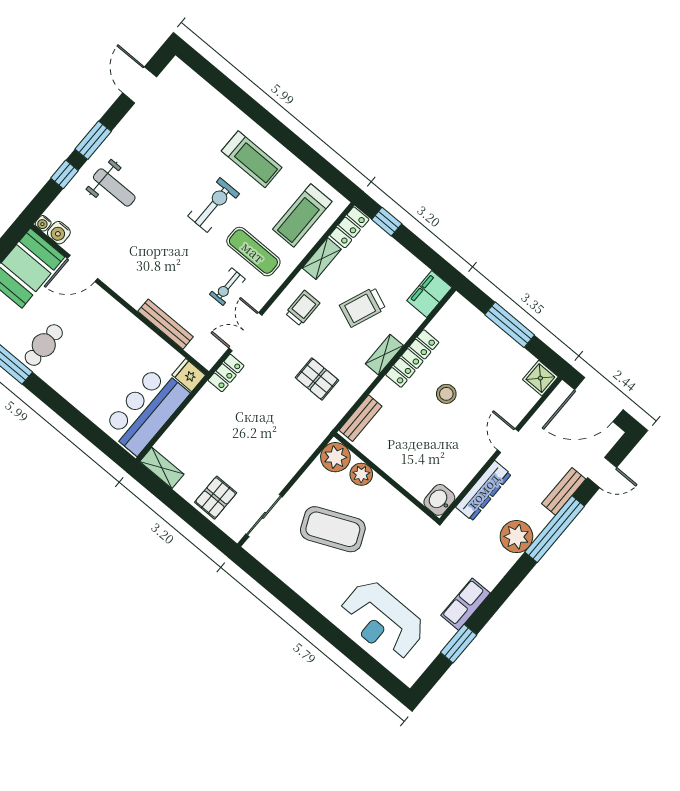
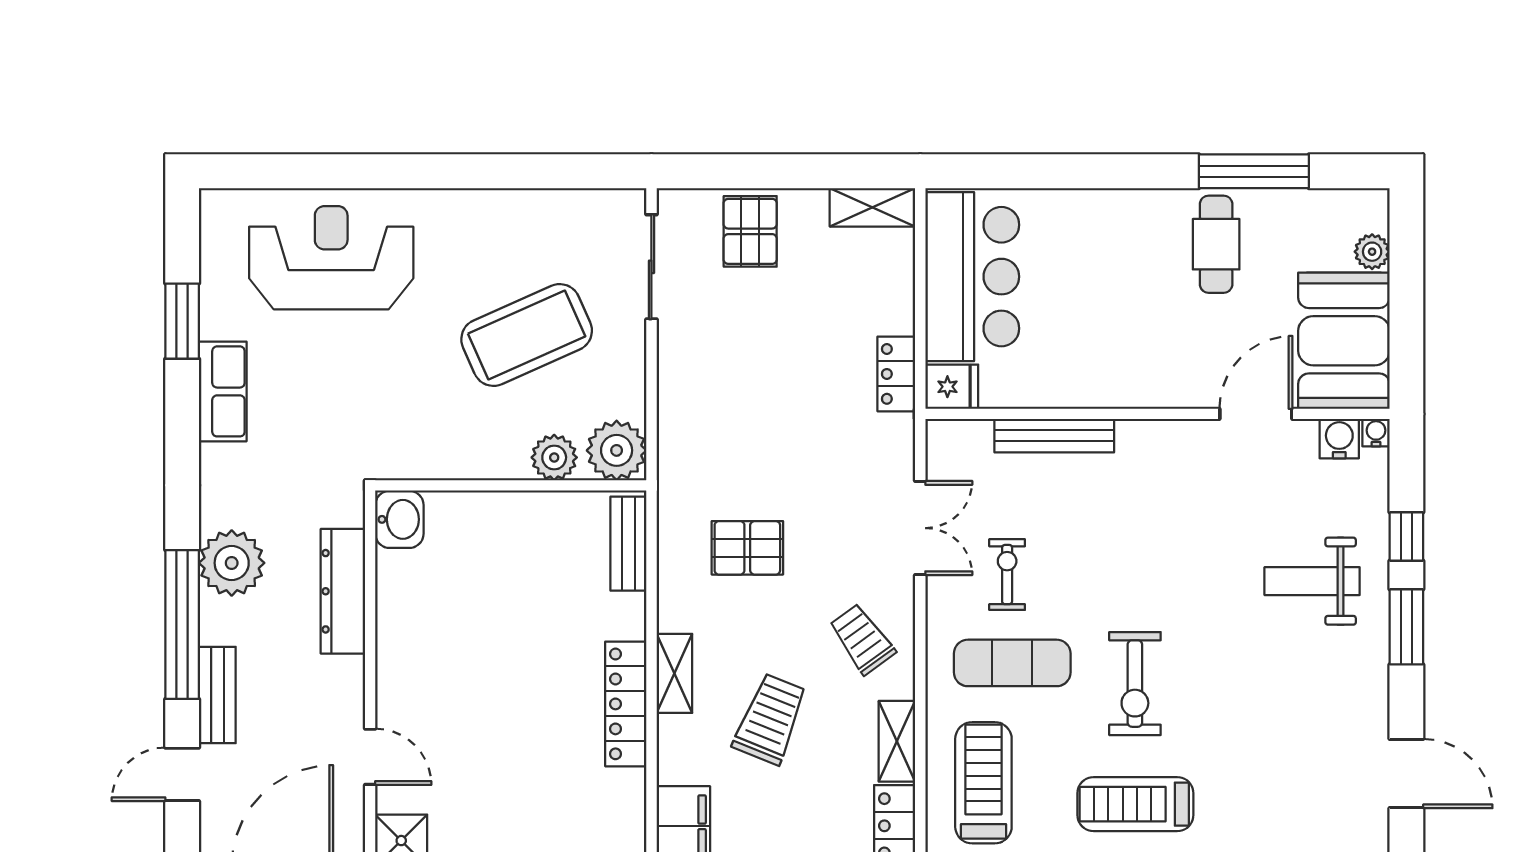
trolley: (303, 308) -> (862, 639), turned 144
locker: (226, 373) -> (896, 374), moved
stool: (446, 394) -> (527, 693), removed
door: (508, 441) -> (370, 757), moved

